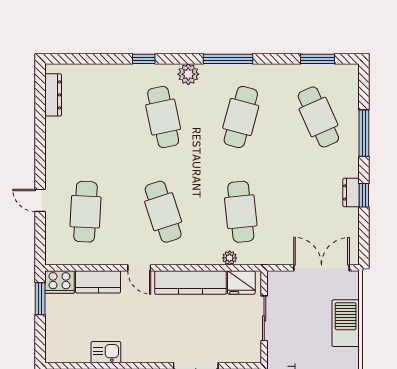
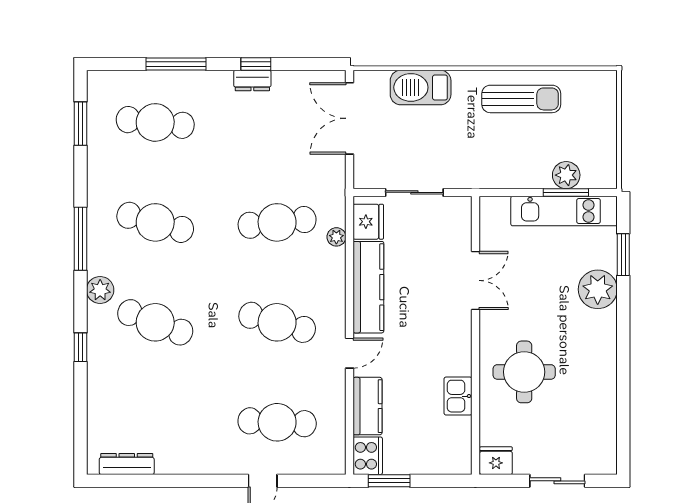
cafe table: (163, 117) -> (155, 322), turned 33
cafe table: (318, 117) -> (155, 122), turned 30
cafe table: (163, 212) -> (277, 322), turned 33

